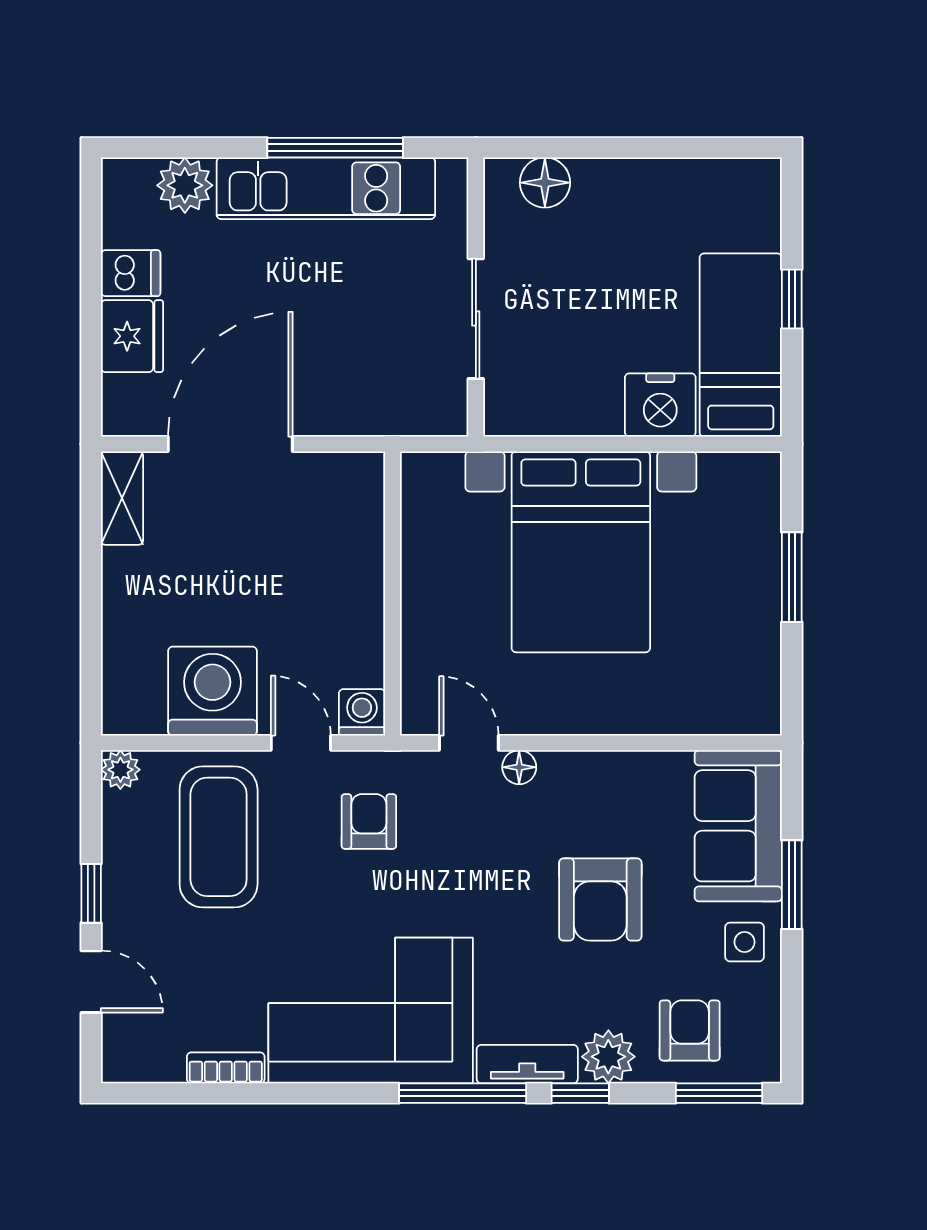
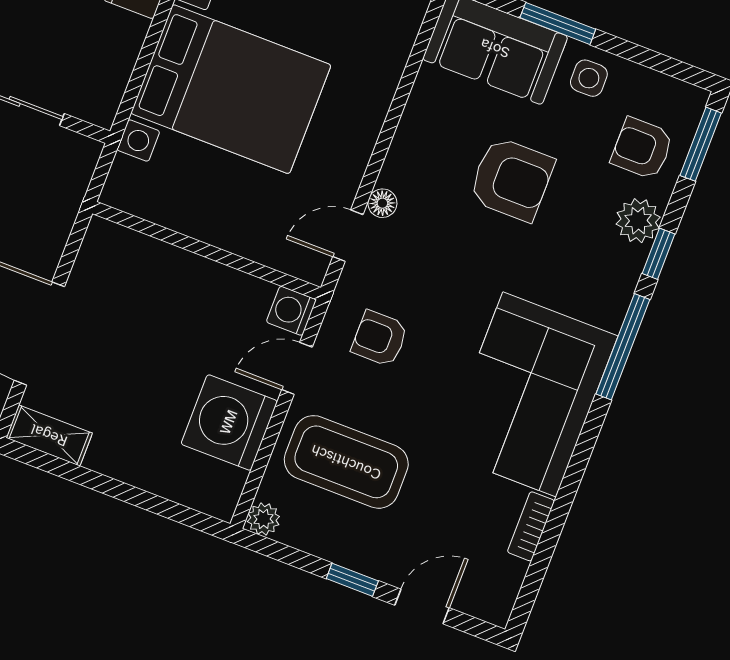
tv unit: (527, 1064) -> (619, 287), removed

